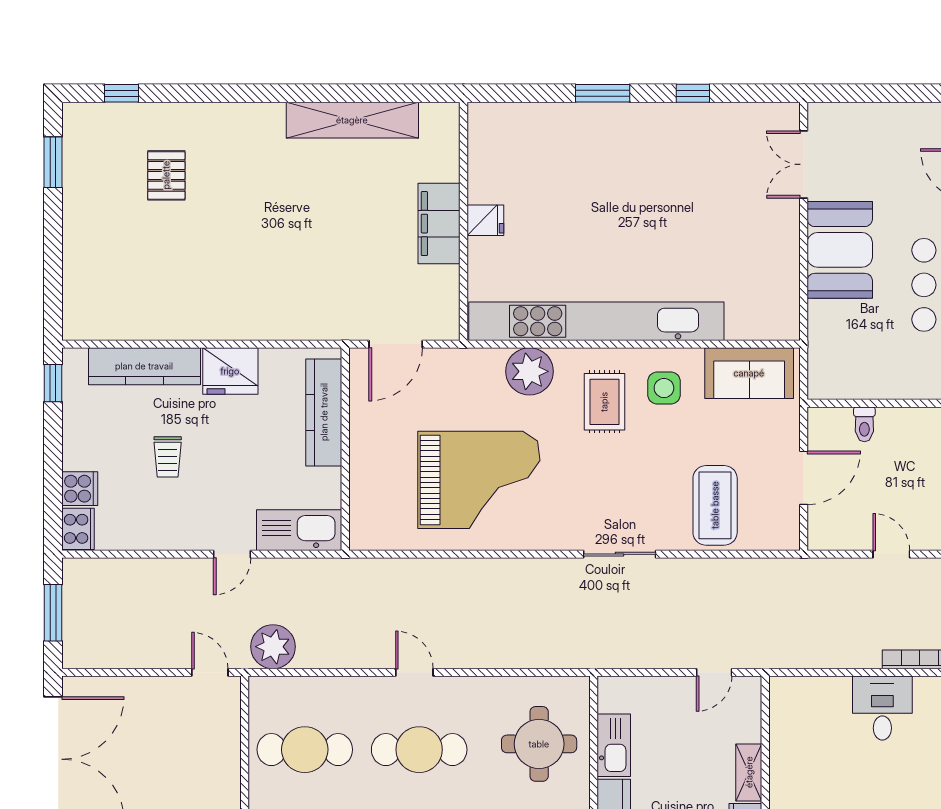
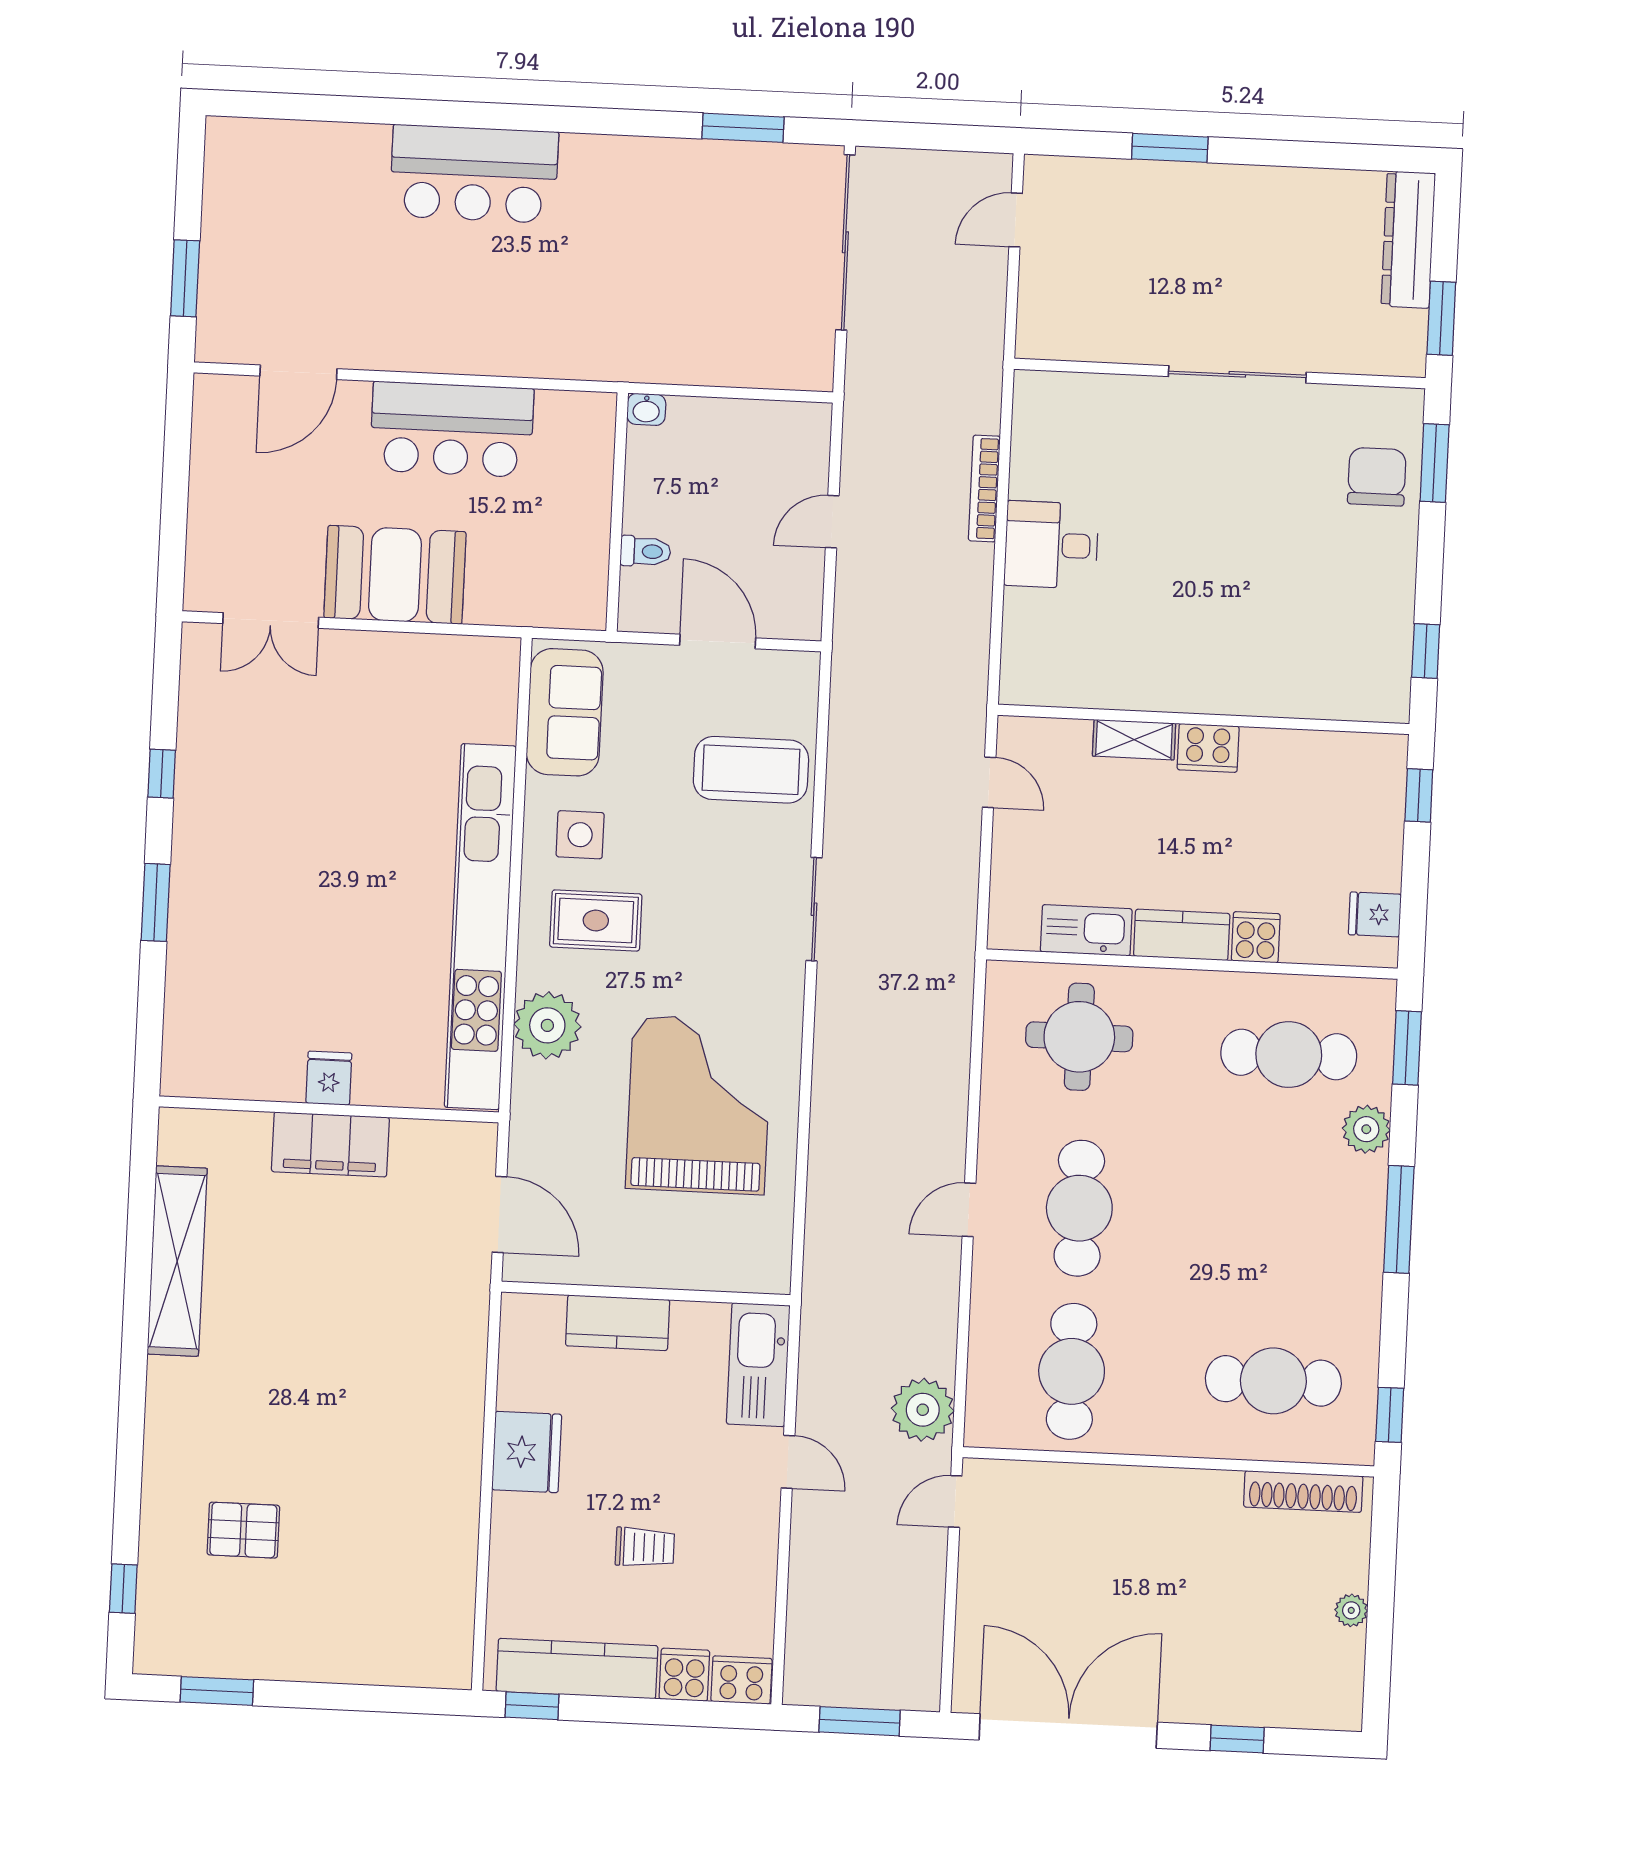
kitchen counter: (144, 366) -> (577, 1669), moved, turned -90
kitchen counter: (324, 412) -> (618, 1323), width x0.67

